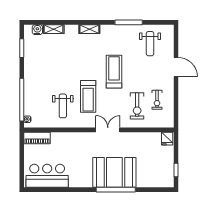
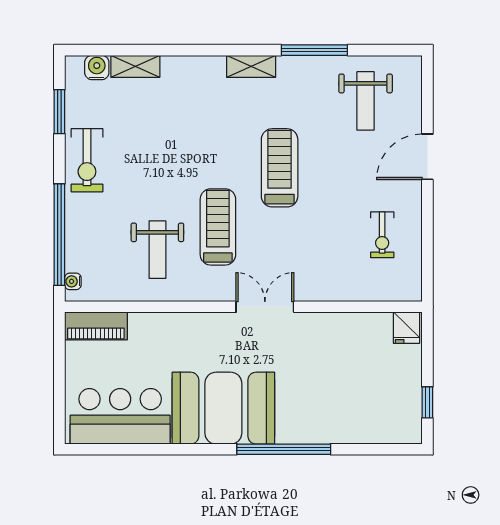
shelving: (89, 29) -> (251, 66), moved
door: (176, 67) -> (427, 157), swing flipped
treadmill: (88, 96) -> (218, 227), turned 180
exercise bike: (137, 106) -> (87, 160), moved
booth: (114, 172) -> (223, 408), moved

